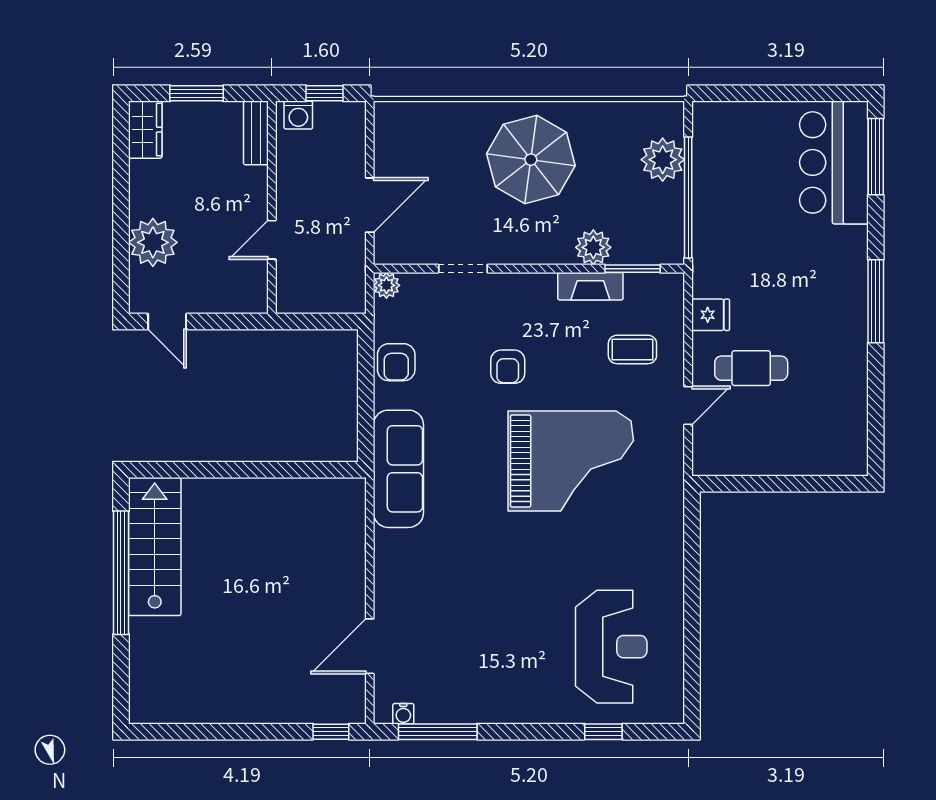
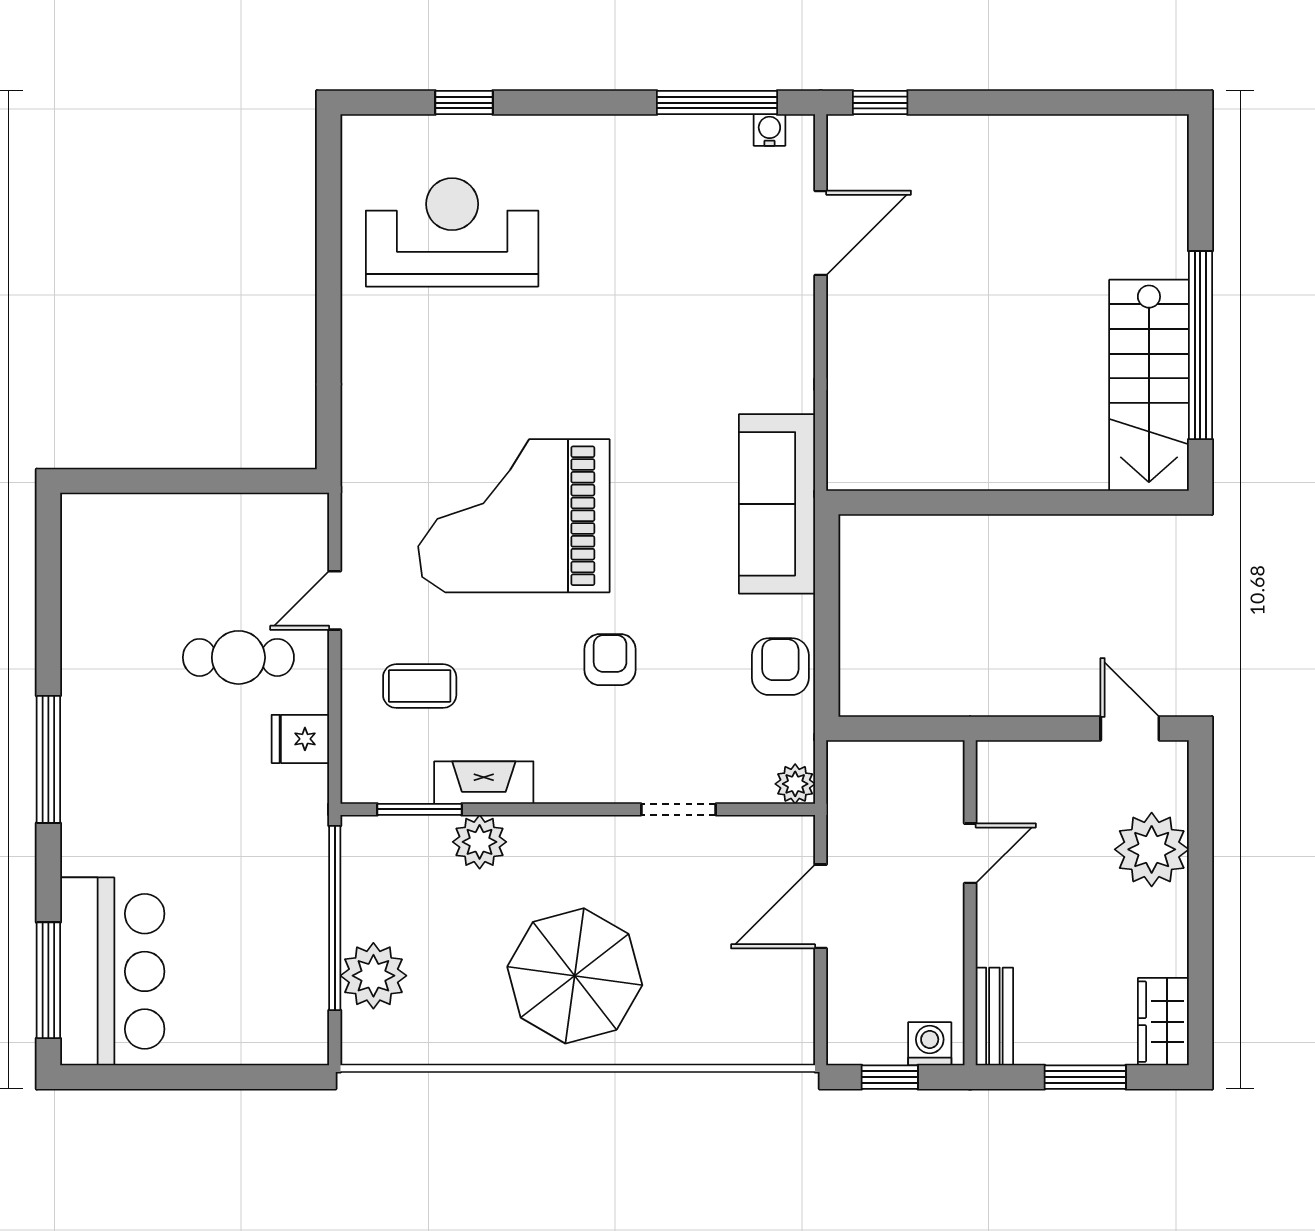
reception desk: (611, 647) -> (452, 232), turned 90

